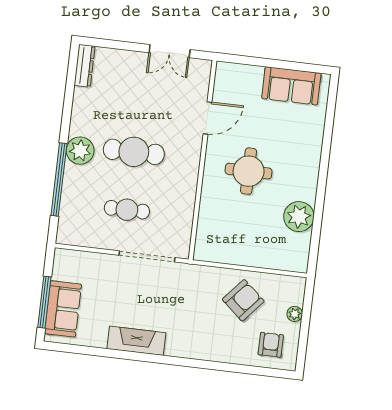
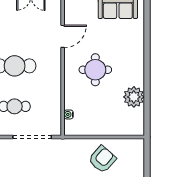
water cooler: (203, 230) -> (69, 114), added
plant: (295, 314) -> (139, 165), removed

